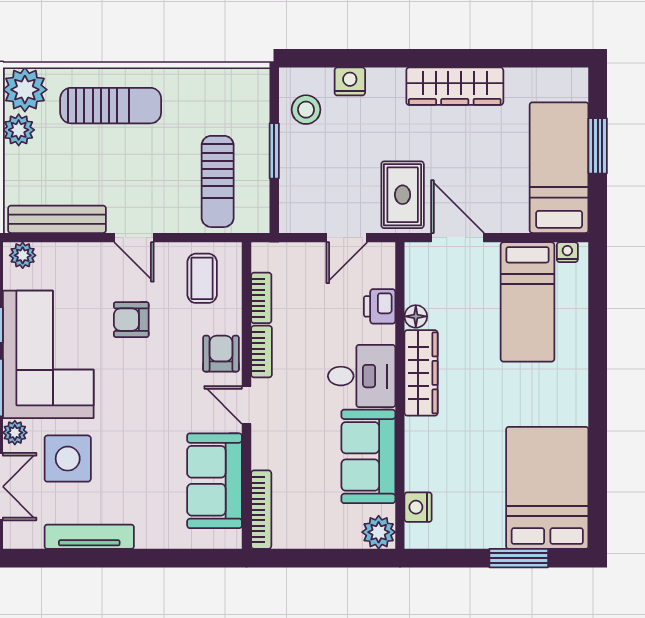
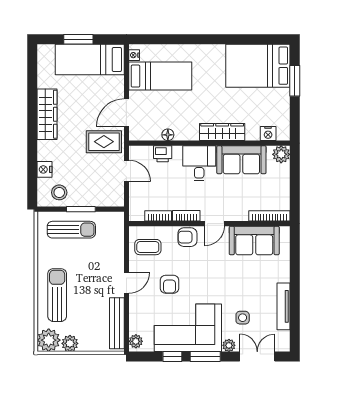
sun lounger: (218, 181) -> (71, 230), moved
wardrobe: (421, 373) -> (222, 132), moved
side table: (68, 459) -> (243, 318), width x0.54, depth x0.54

